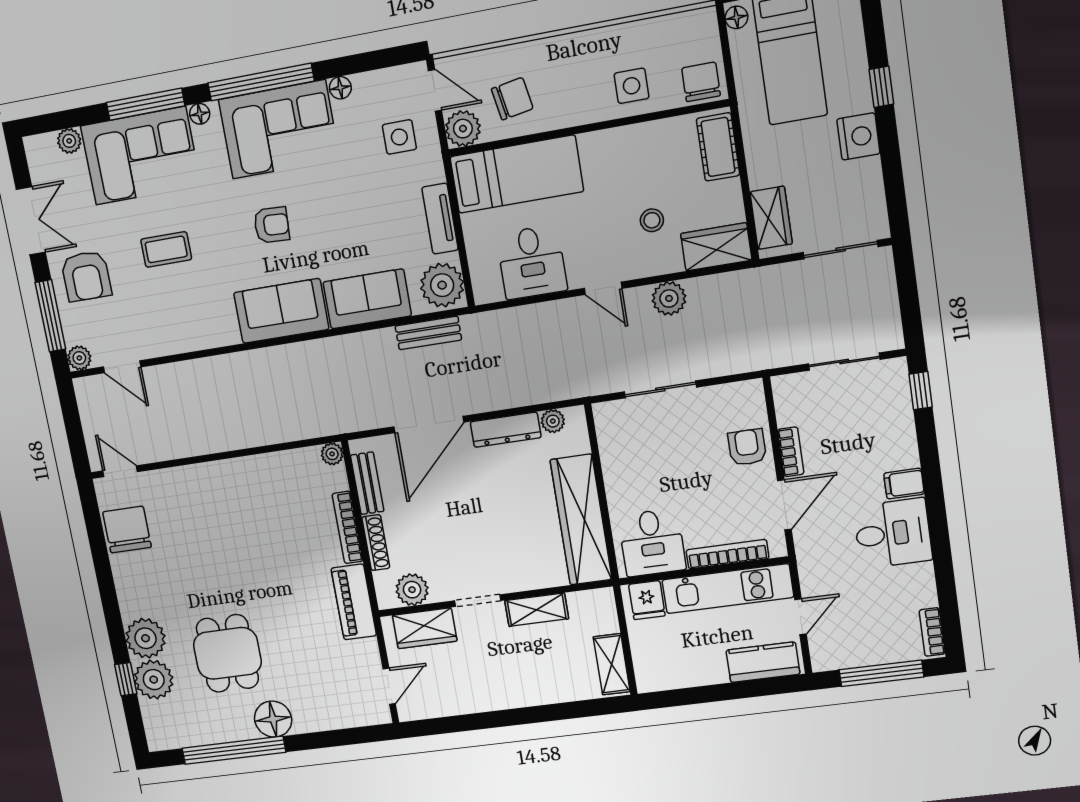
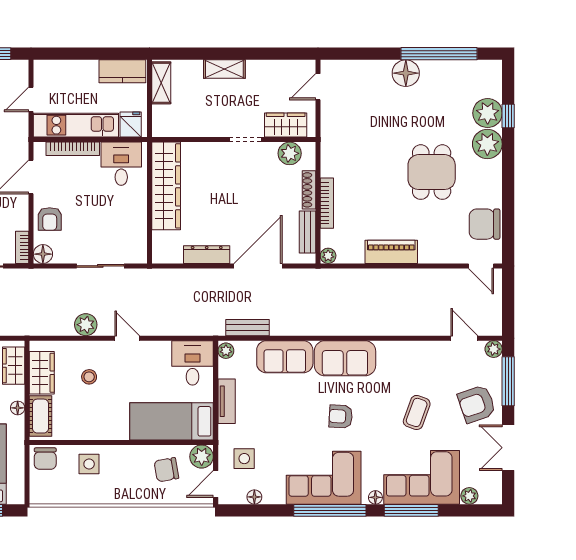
floor lamp: (736, 17) -> (18, 408), moved
floor lamp: (340, 88) -> (254, 497), moved
door: (435, 90) -> (216, 484), hinge flipped
wardrobe: (716, 247) -> (42, 373), moved, turned -90
coffee table: (166, 249) -> (417, 412), turned -70
desk: (532, 262) -> (193, 363), moved
armchair: (86, 276) -> (477, 404), turned -109
plant: (442, 285) -> (226, 351), width x0.53, depth x0.53
floor lamp: (750, 394) -> (43, 254), added
plant: (553, 421) -> (174, 256), removed
bookcase: (791, 452) -> (22, 247), moved
chair: (127, 530) -> (485, 224), turned 90
piano: (354, 602) -> (391, 252), moved, turned -90
shelving: (537, 610) -> (224, 69), moved
dining table: (227, 653) -> (432, 172), moved
kitchen counter: (763, 662) -> (122, 71), moved

